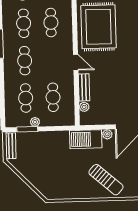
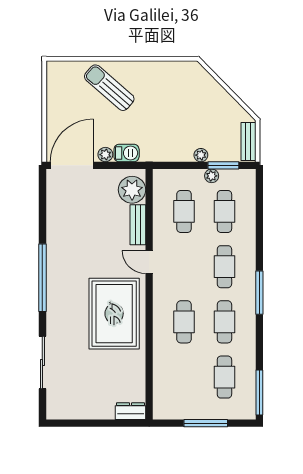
plant: (84, 107) -> (132, 190), width x1.88, depth x1.88
plant: (43, 136) -> (201, 155), added
barbecue: (86, 139) -> (127, 153), width x0.53, depth x0.65

